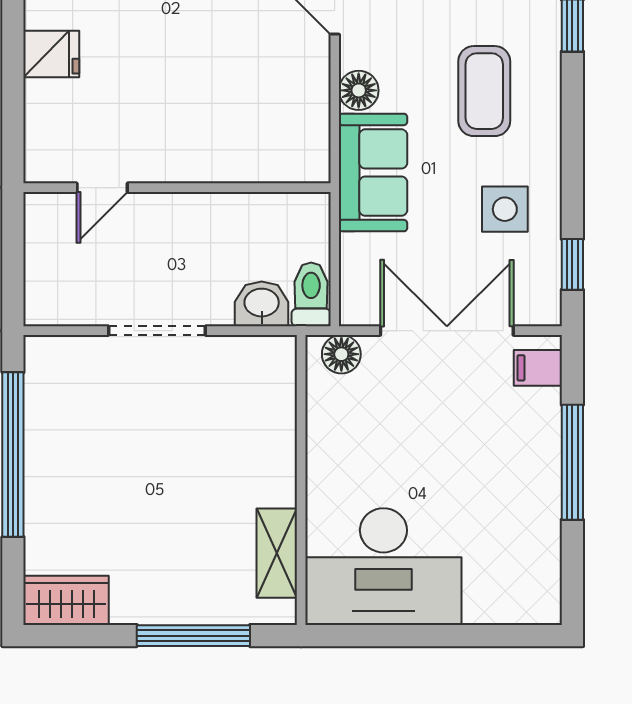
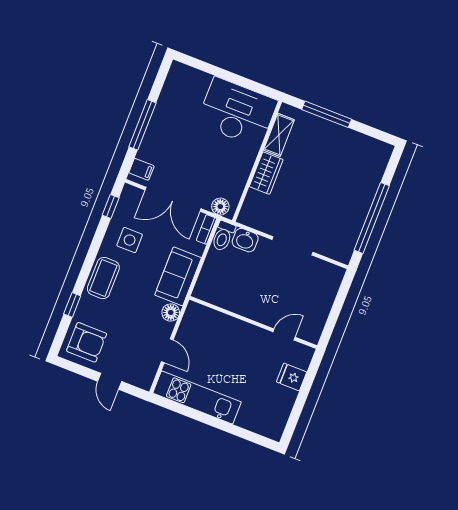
coffee table: (484, 91) -> (103, 278), moved
door: (102, 188) -> (284, 334), moved
wall: (177, 188) -> (253, 322), moved
bookcase: (352, 295) -> (206, 229), added
wardrobe: (66, 600) -> (266, 173), moved, turned -90

